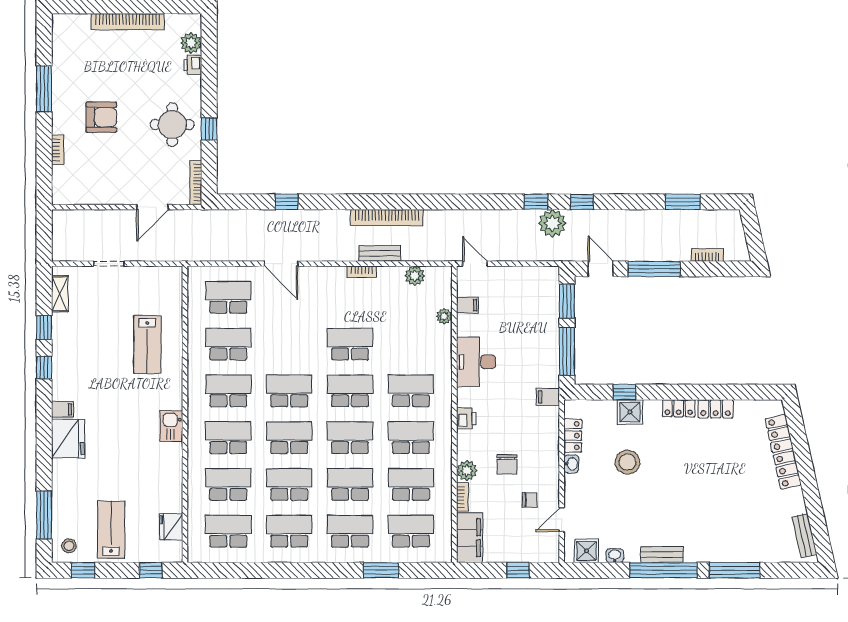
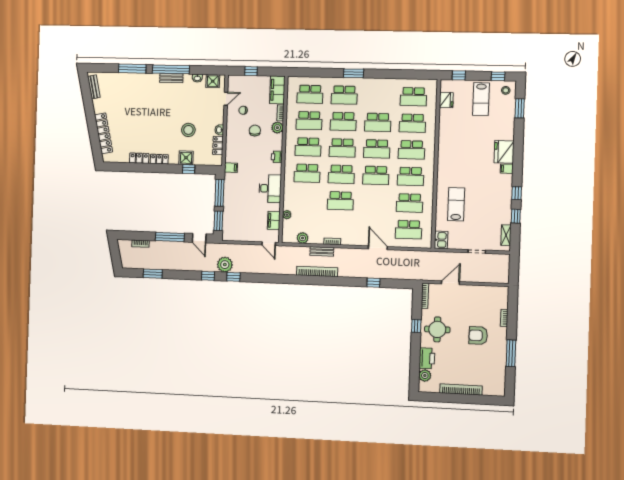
printer: (193, 65) -> (427, 358), width x1.87, depth x1.48
filing cabinet: (467, 305) -> (274, 220), width x2.00
kitchen sink: (171, 426) -> (441, 240), moved
window: (44, 515) -> (520, 108), width x0.69
school desk: (289, 531) -> (379, 96), removed
window: (381, 570) -> (353, 73), moved

